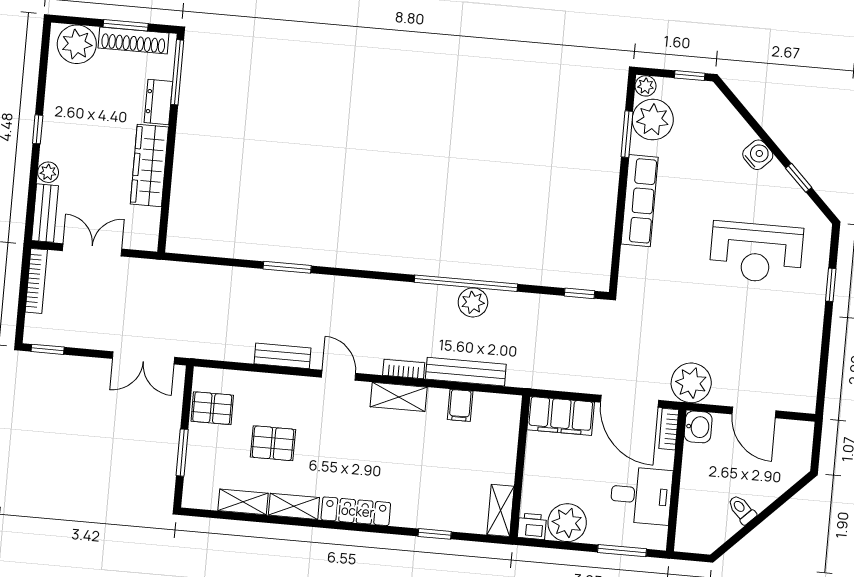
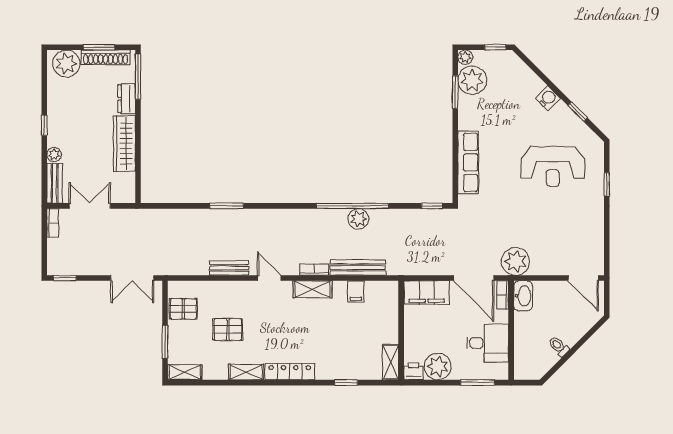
row of seats: (640, 201) -> (468, 162), moved
bookcase: (36, 281) -> (53, 223), width x0.64
door: (754, 412) -> (583, 278), moved
washbasin: (698, 427) -> (523, 296), width x1.38
shelving: (243, 502) -> (185, 372), moved

